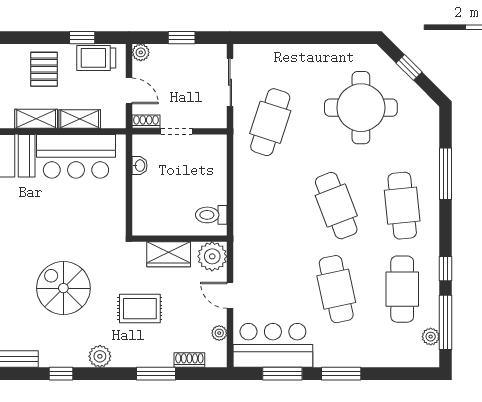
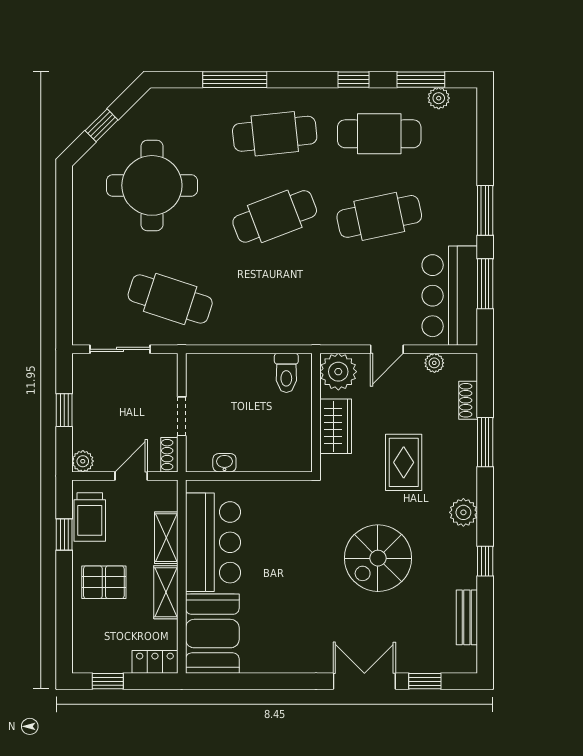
window: (445, 322) -> (421, 80), width x0.69

